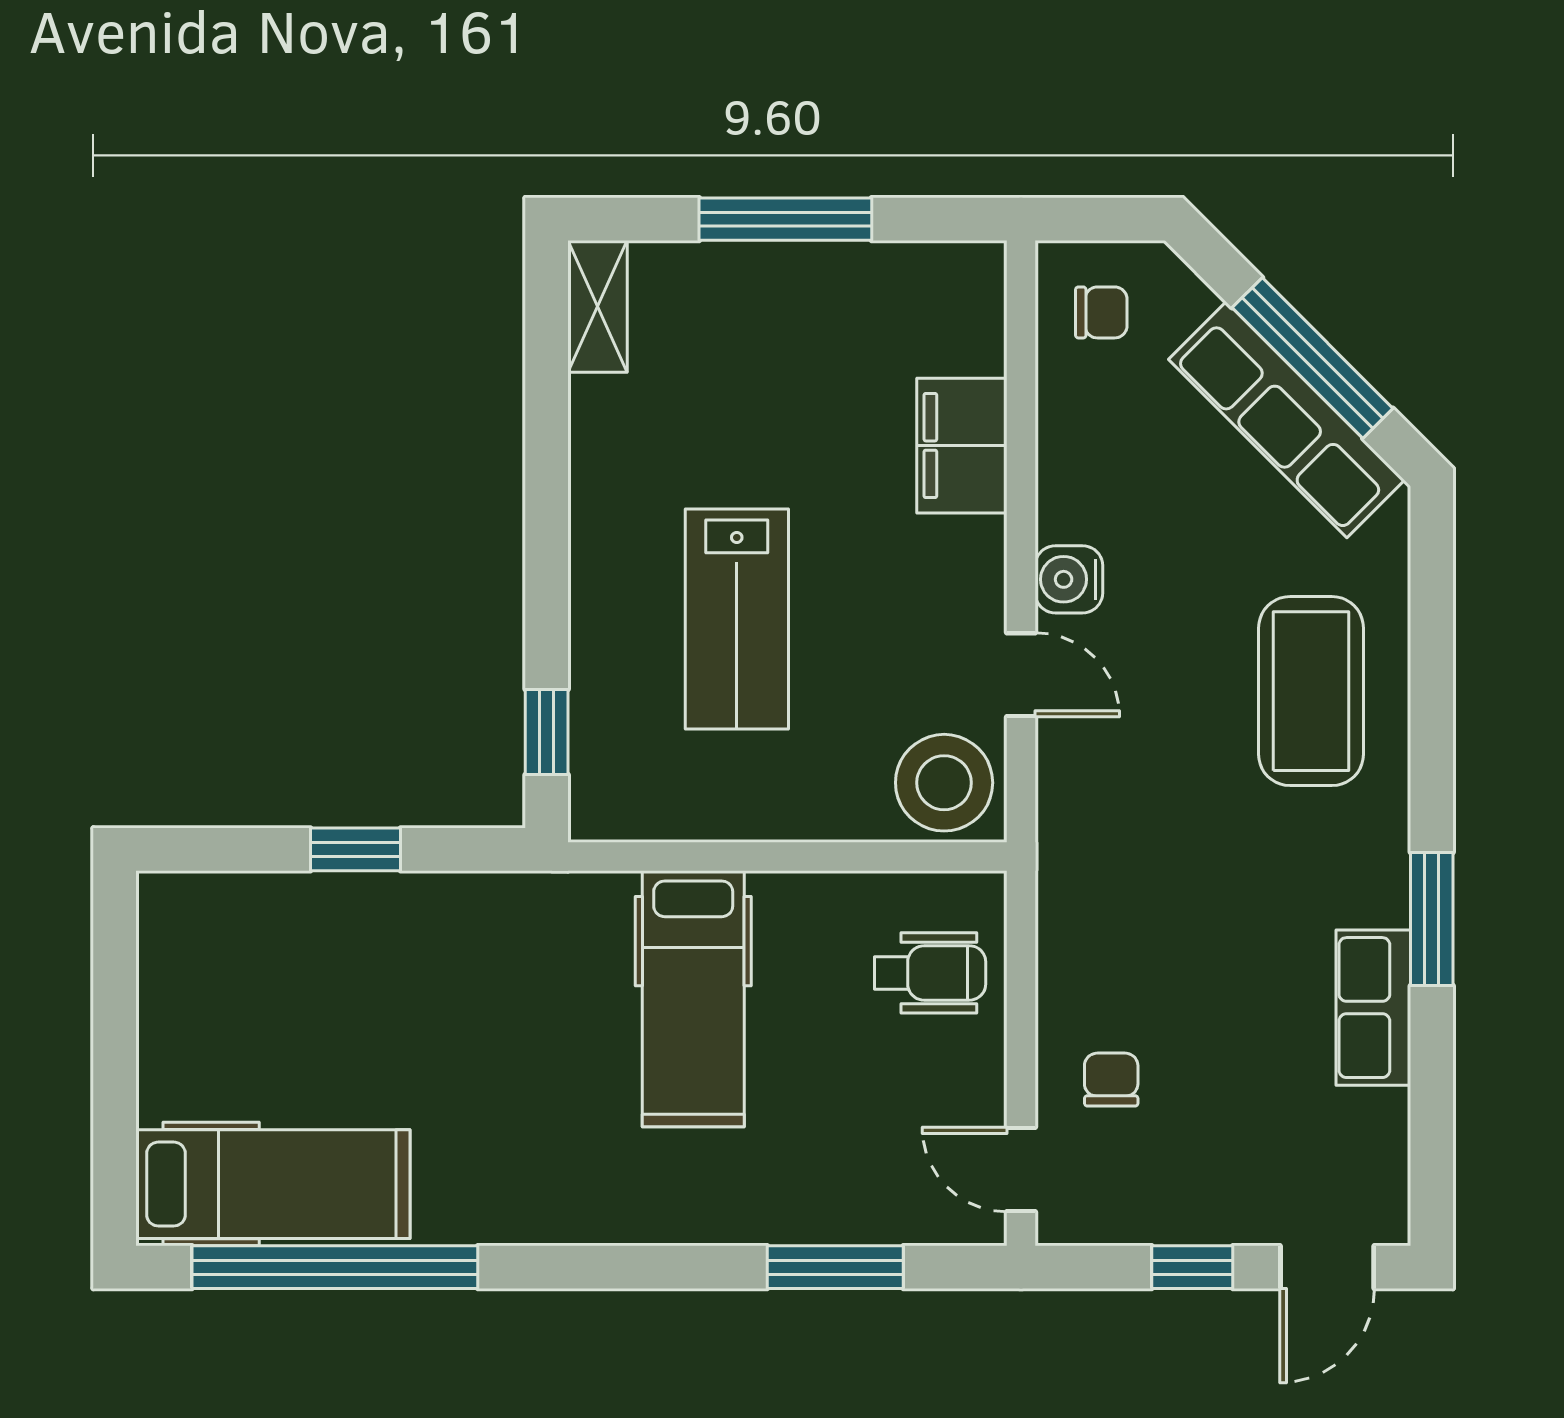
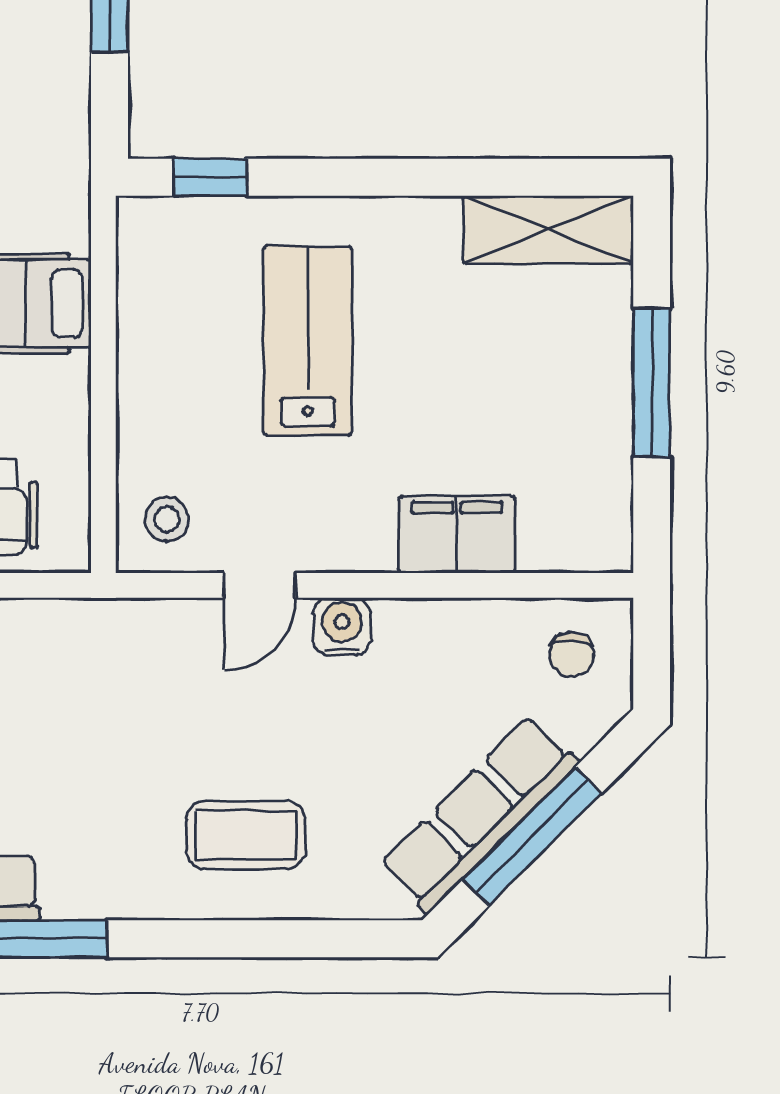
shelving: (598, 306) -> (548, 230), width x1.50, depth x1.33
lab bench: (737, 619) -> (308, 341), turned 90
coffee table: (1311, 691) -> (246, 835), width x0.73, depth x0.76
stool: (944, 783) -> (167, 519), width x0.53, depth x0.53

